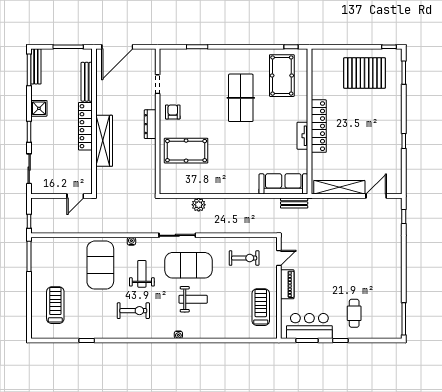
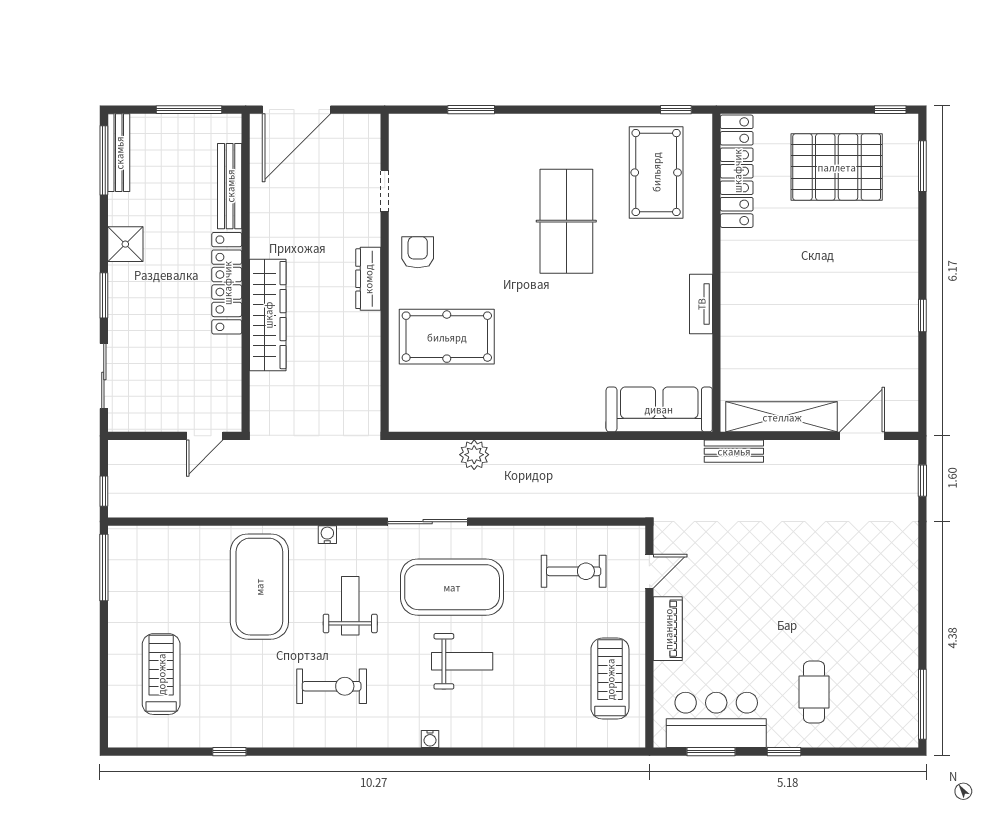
locker: (319, 126) -> (737, 171), moved
bench: (294, 203) -> (734, 451), moved

